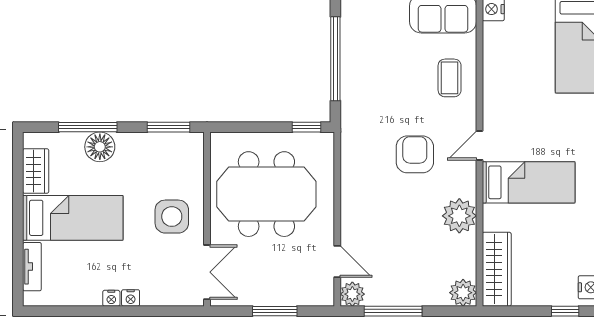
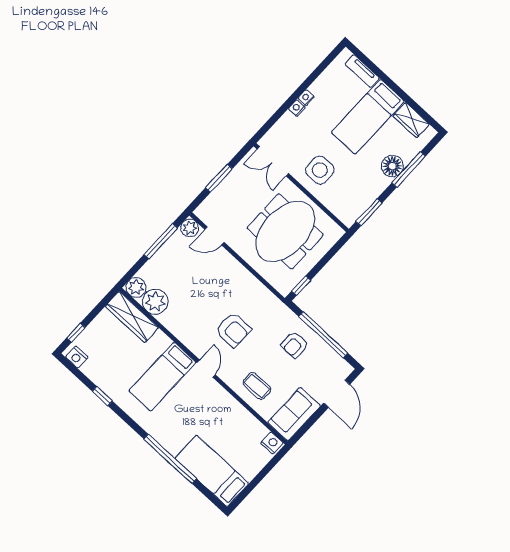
armchair: (372, 78) -> (295, 345), added
plant: (459, 216) -> (155, 302), moved

